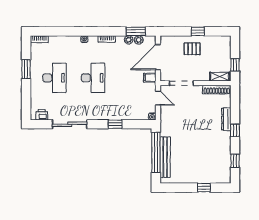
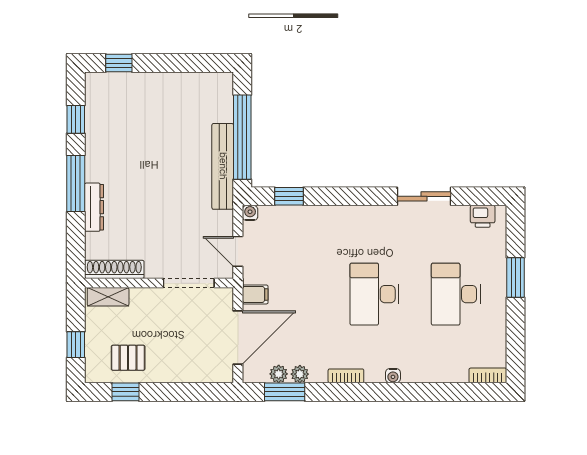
window: (198, 31) -> (125, 392), moved
pallet: (192, 49) -> (128, 358), moved
window: (235, 65) -> (76, 345), moved
window: (26, 69) -> (516, 278), moved
sliding door: (70, 124) -> (424, 196), width x0.73
window: (115, 124) -> (289, 196), moved
window: (235, 130) -> (76, 183), width x2.17
bench: (165, 157) -> (223, 166), moved
window: (204, 188) -> (119, 63), moved

